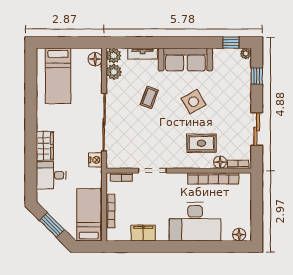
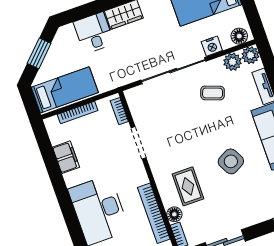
coffee table: (149, 97) -> (213, 93), moved
nightstand: (95, 160) -> (212, 46), moved

